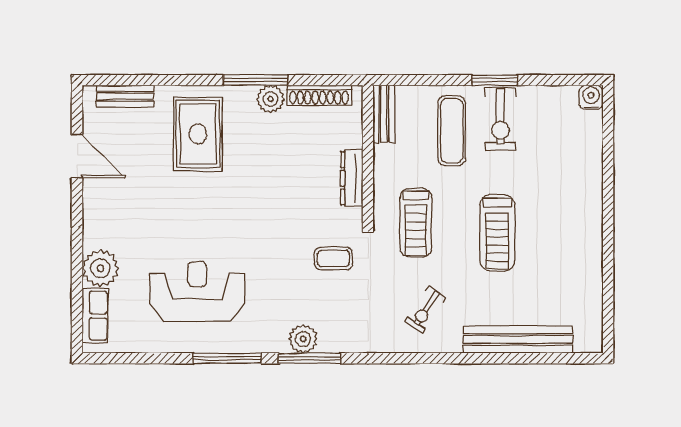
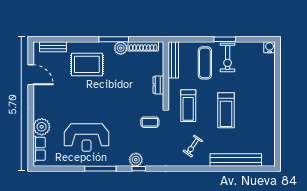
bench: (384, 114) -> (173, 60), width x1.36
rug: (198, 134) -> (87, 64), turned 90
dresser: (352, 178) -> (158, 85), width x0.70
reception desk: (197, 292) -> (87, 138), turned 180
window: (310, 358) -> (139, 169), width x0.46

